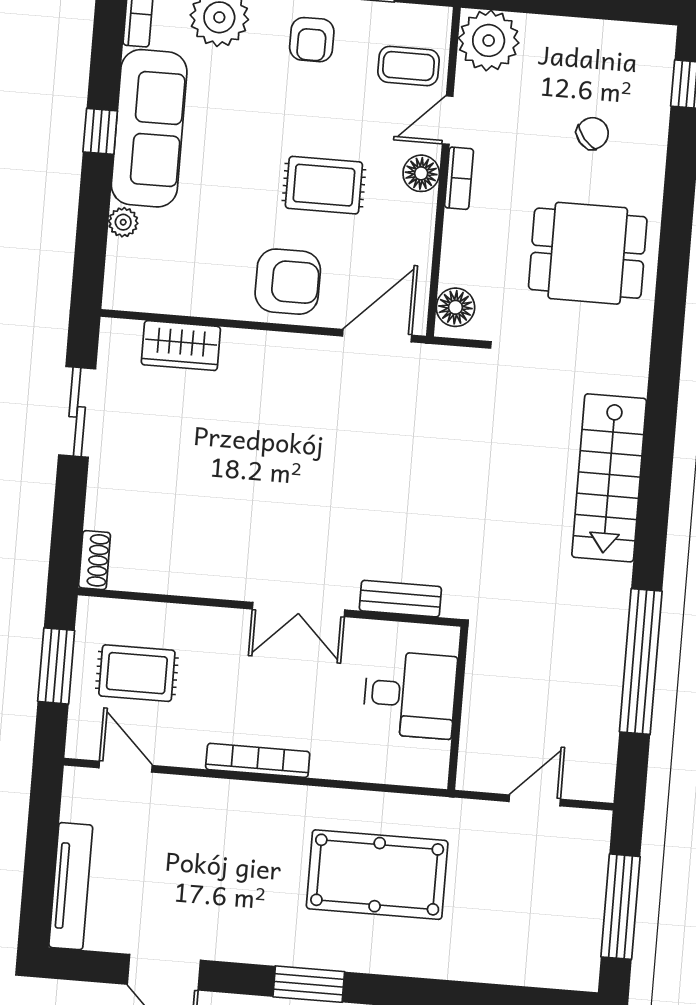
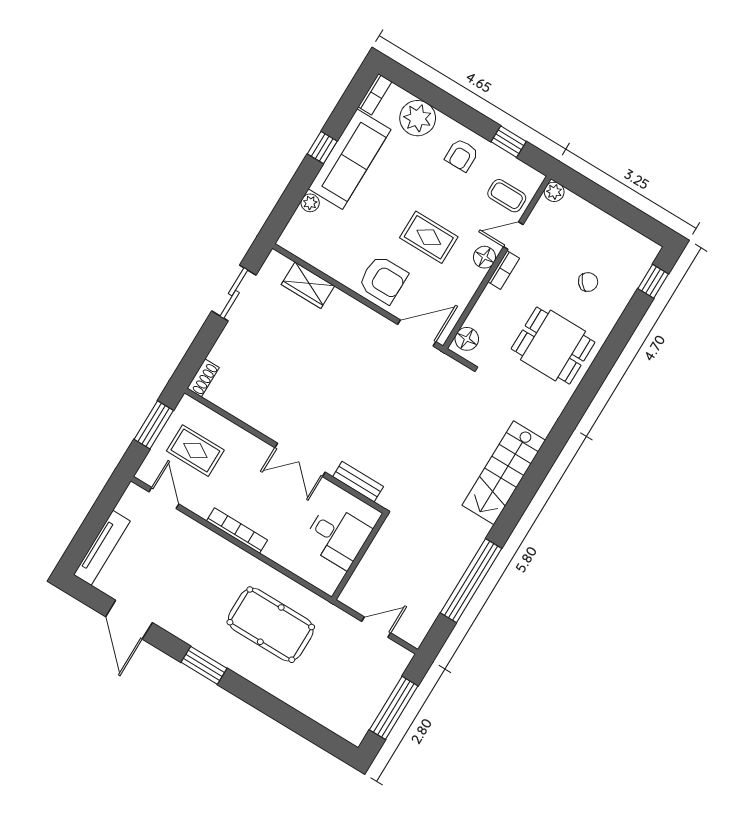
plant: (489, 40) -> (554, 192), width x0.53, depth x0.53

